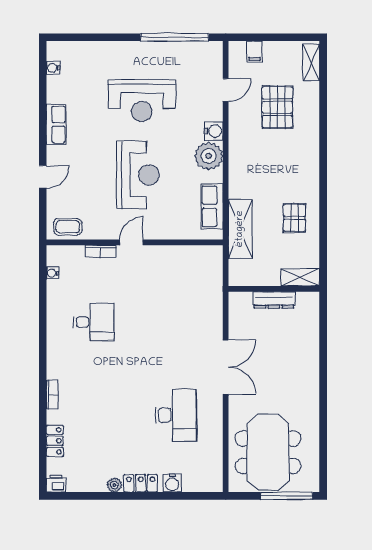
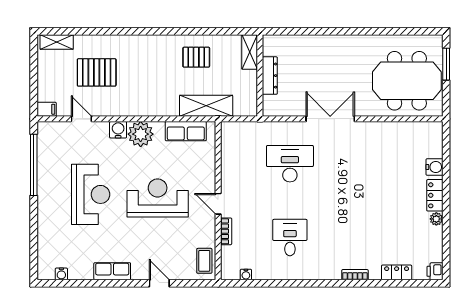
filing cabinet: (254, 51) -> (47, 109), moved
desk: (176, 415) -> (290, 164), moved
window: (287, 496) -> (446, 64), width x0.69

